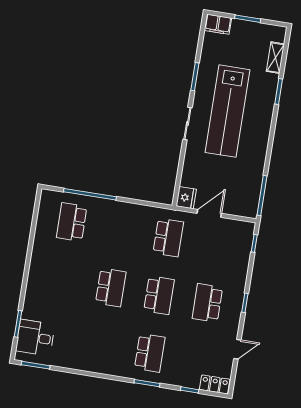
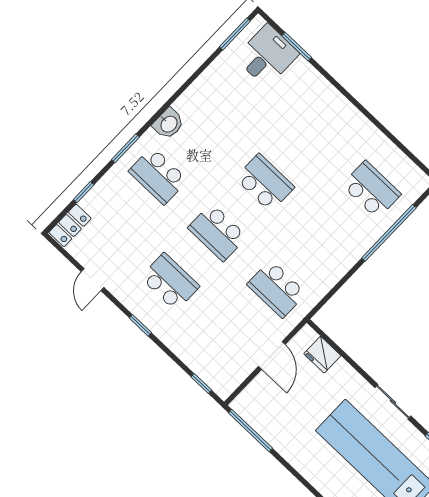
fridge: (186, 198) -> (322, 355), moved
school desk: (111, 287) -> (265, 183), turned 180
washbasin: (115, 368) -> (168, 124), added

